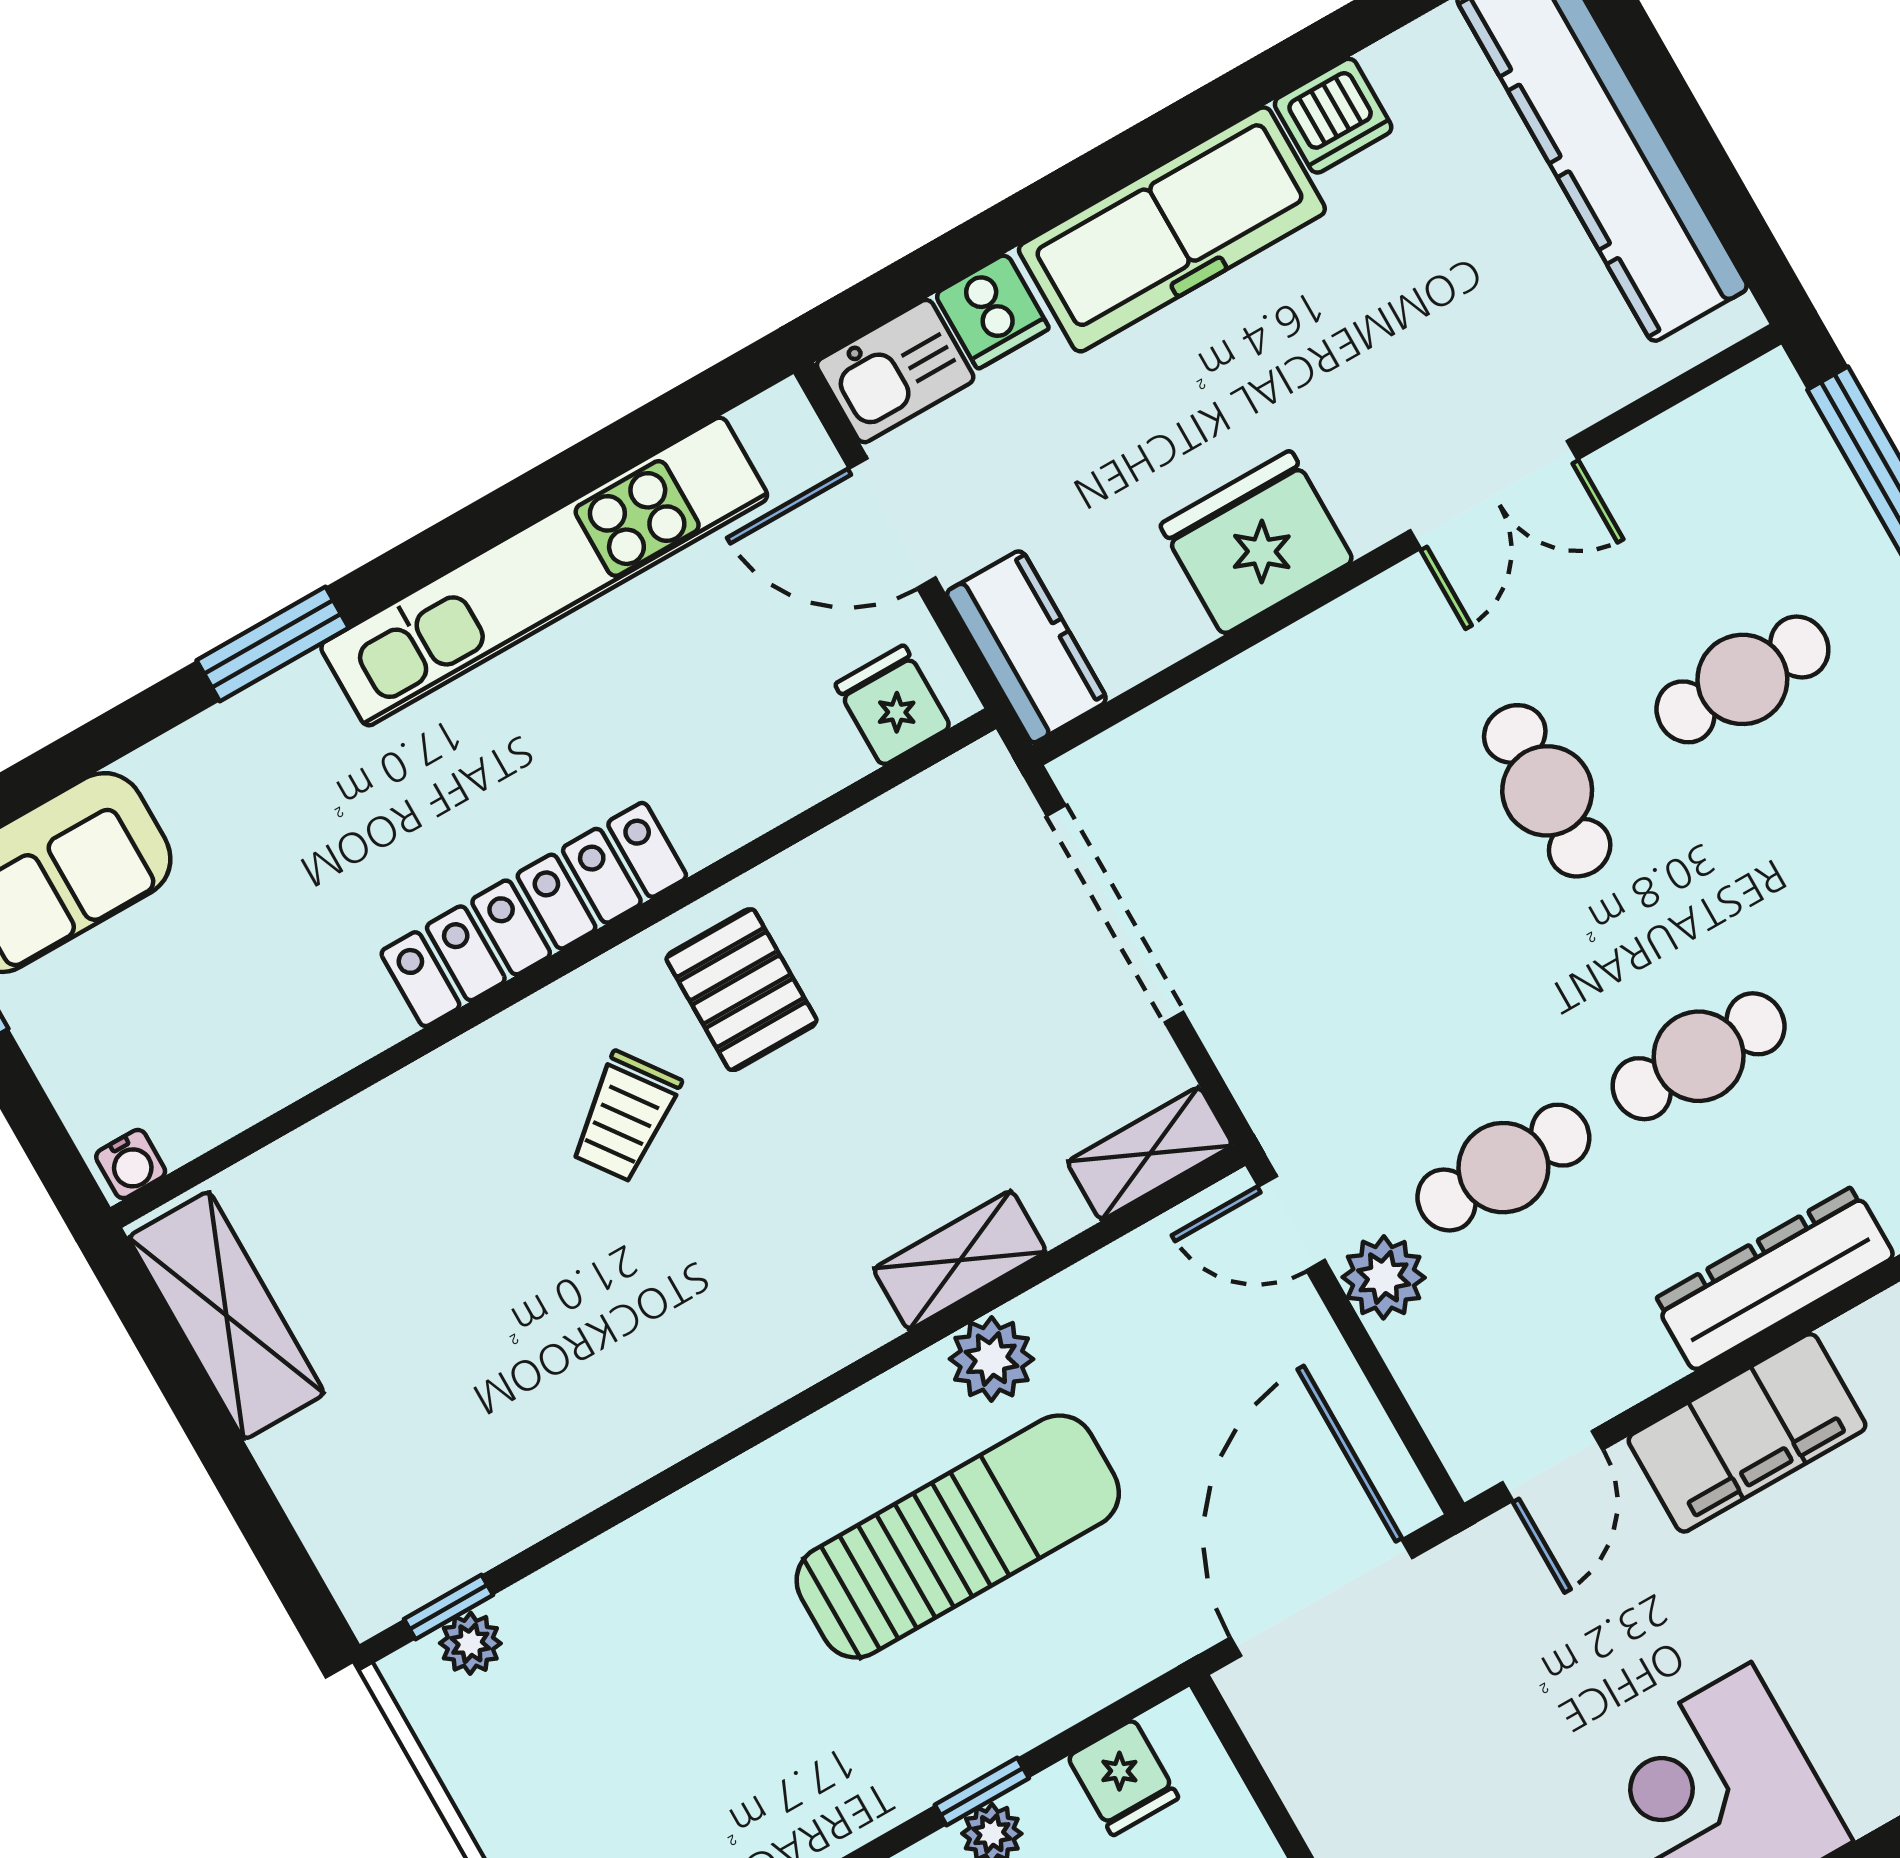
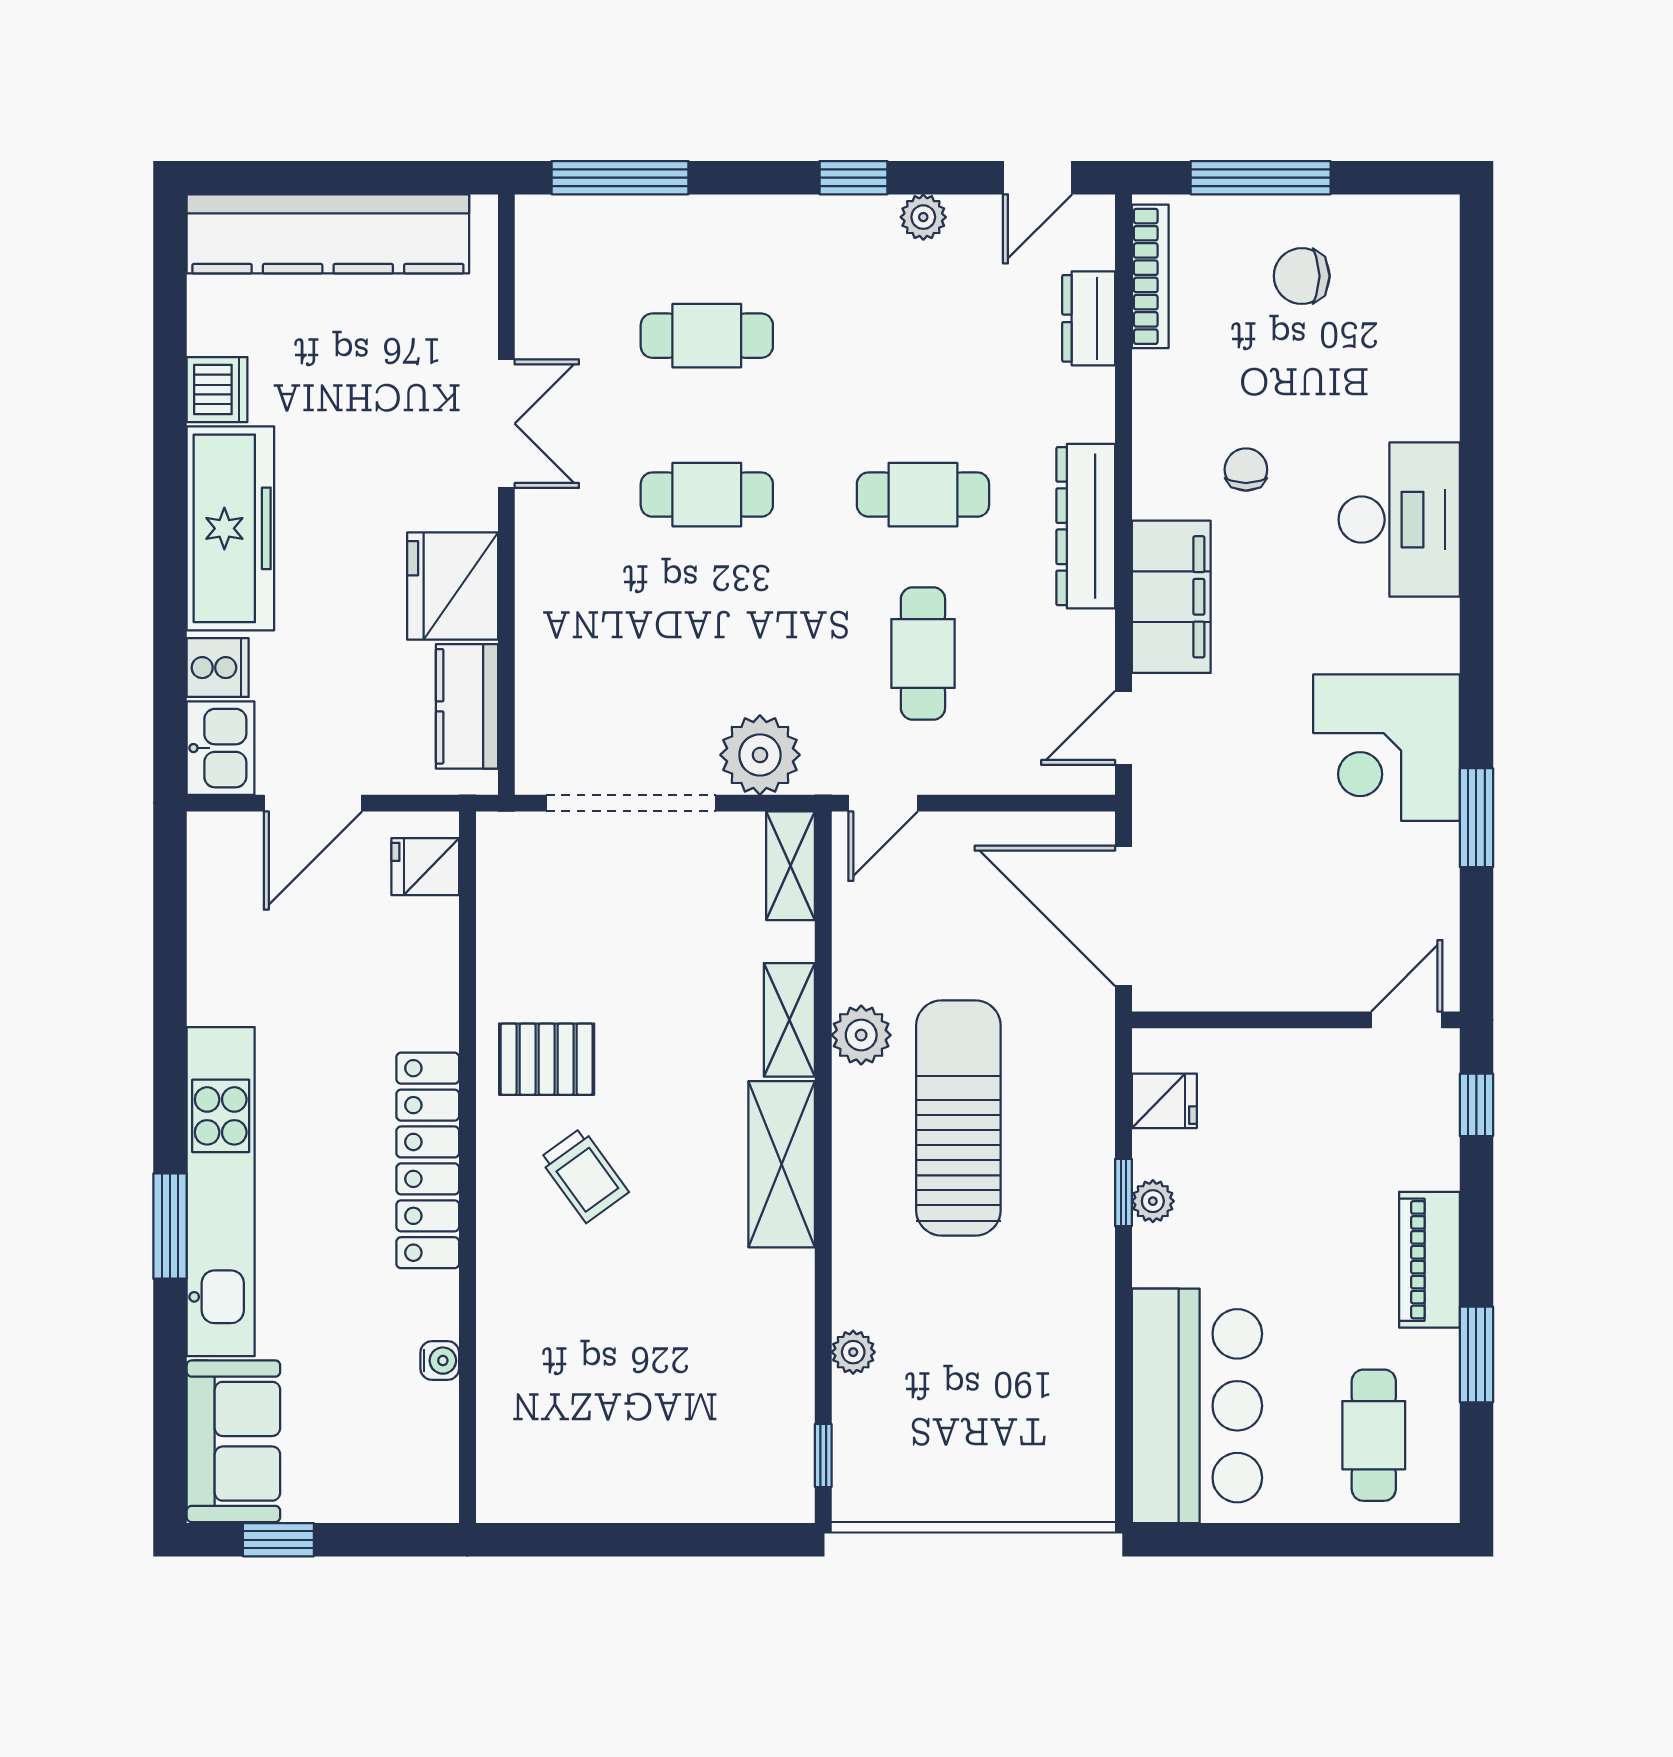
kitchen unit: (544, 572) -> (221, 1192), moved
kitchen counter: (1027, 646) -> (467, 706), moved, turned -90
cafe table: (1742, 679) -> (707, 336), turned 90
cafe table: (1699, 1056) -> (923, 495), turned 90
water cooler: (131, 1164) -> (440, 1361), moved
plant: (1384, 1277) -> (760, 755), moved, width x1.36, depth x1.36
shelving: (226, 1315) -> (782, 1164), moved, turned 90
door: (1552, 1466) -> (1123, 728), swing flipped
plant: (470, 1643) -> (853, 1352), moved

